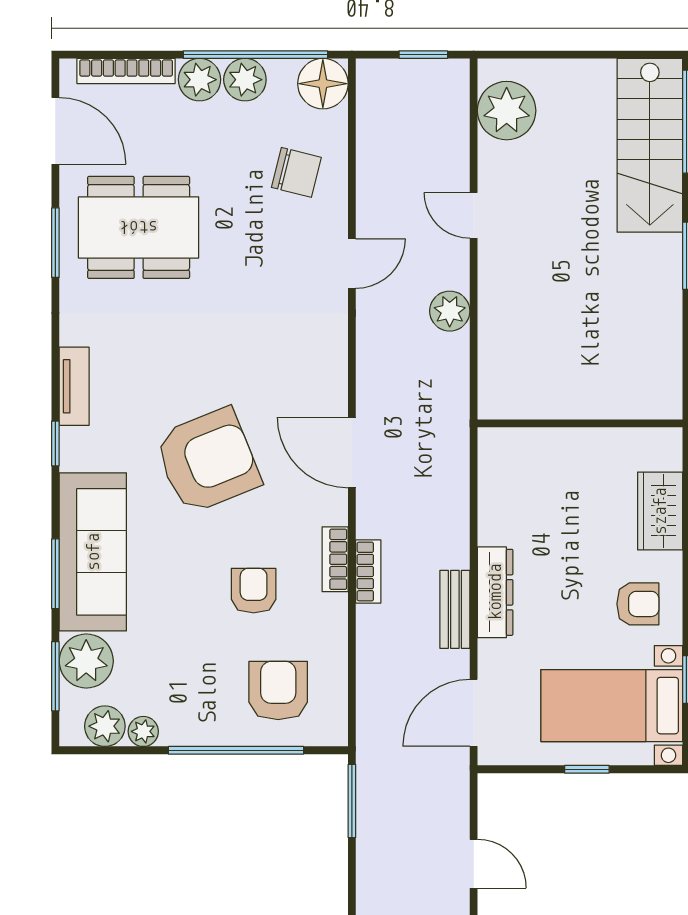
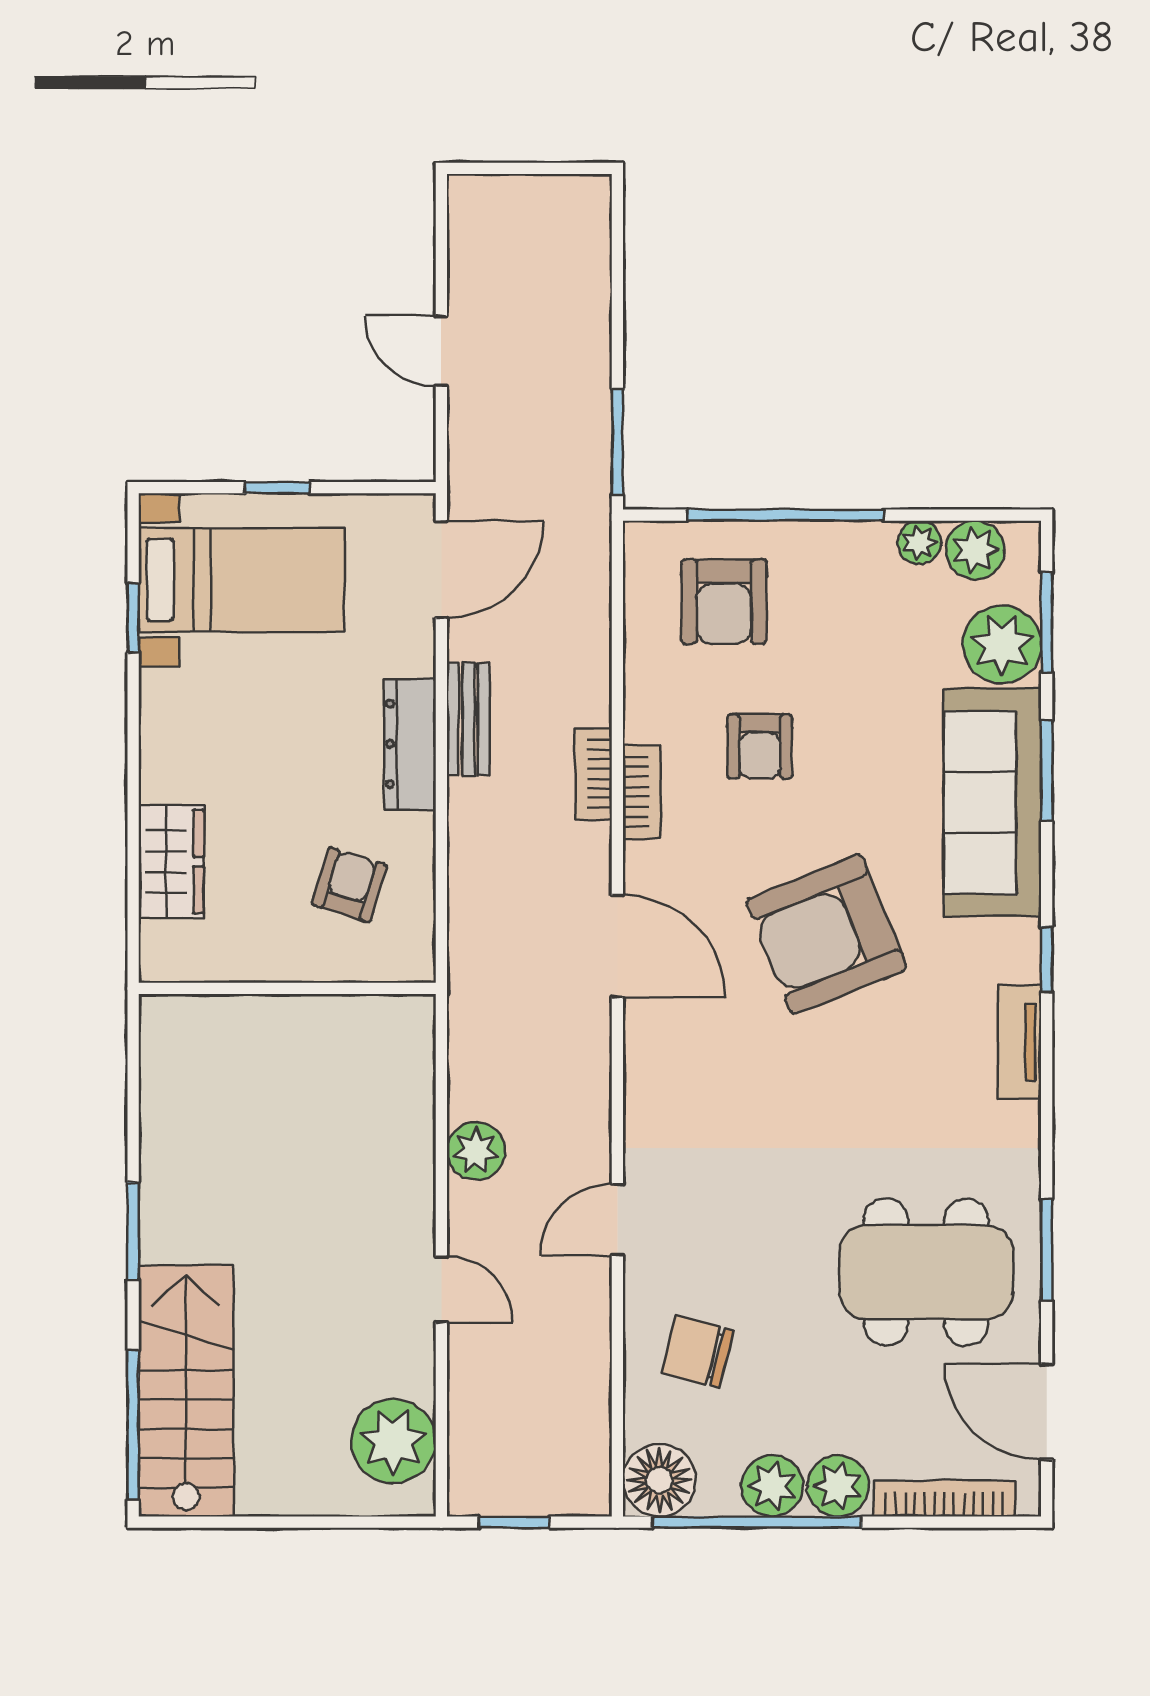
armchair: (638, 604) -> (349, 885), moved, turned 107

